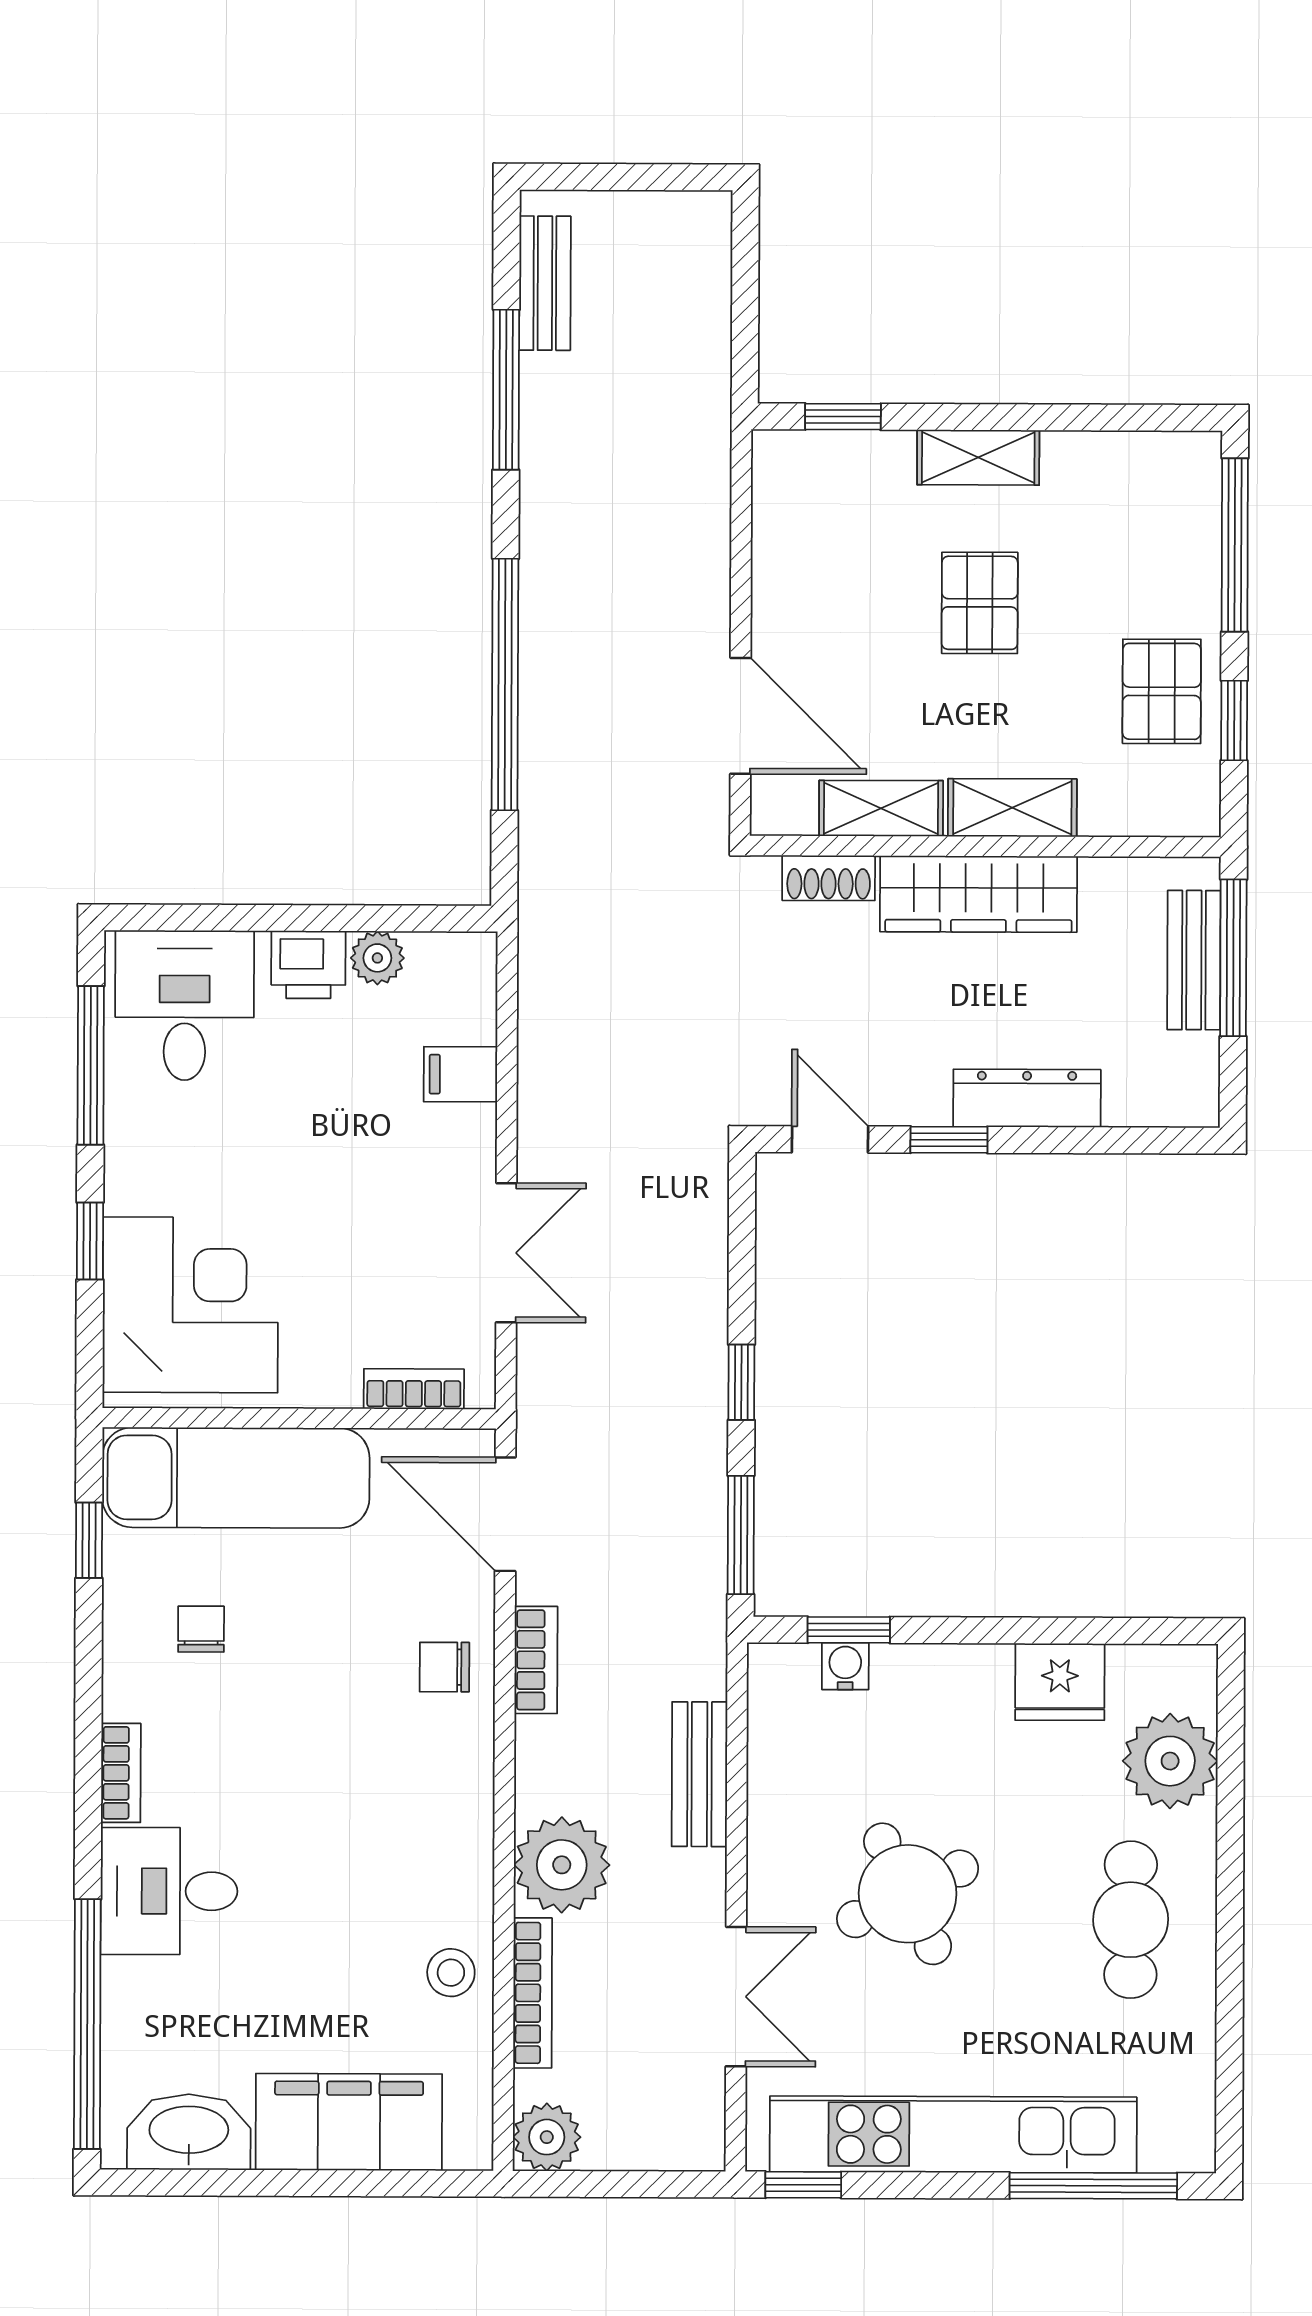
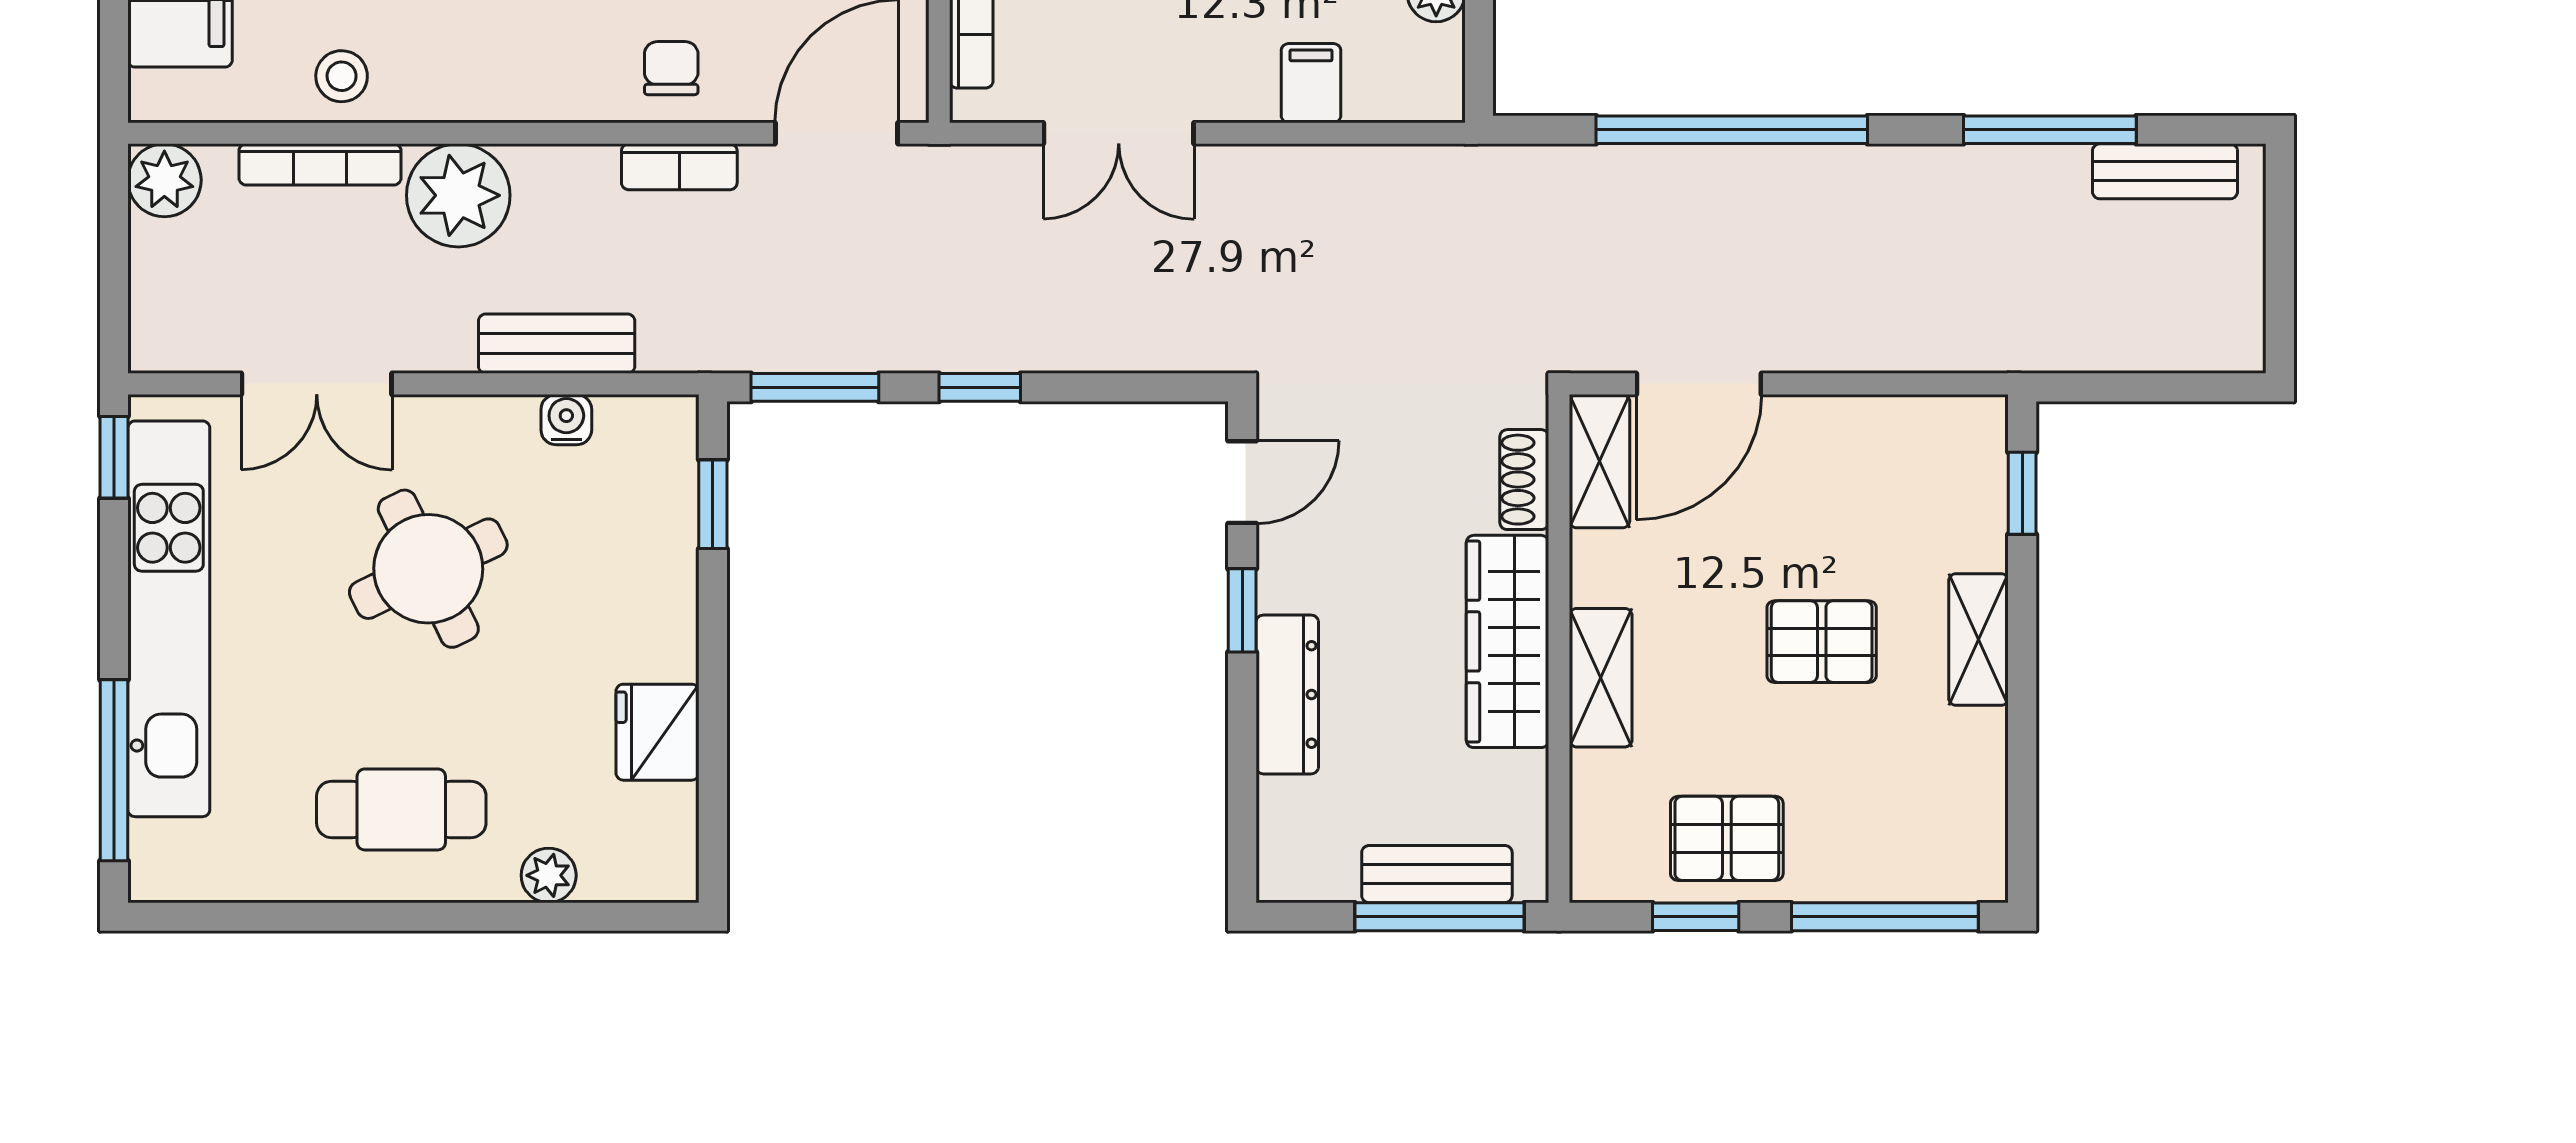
shelving: (881, 808) -> (1600, 461), moved
water cooler: (845, 1666) -> (566, 420), moved, turned -90
plant: (1170, 1761) -> (549, 875), width x0.53, depth x0.53

